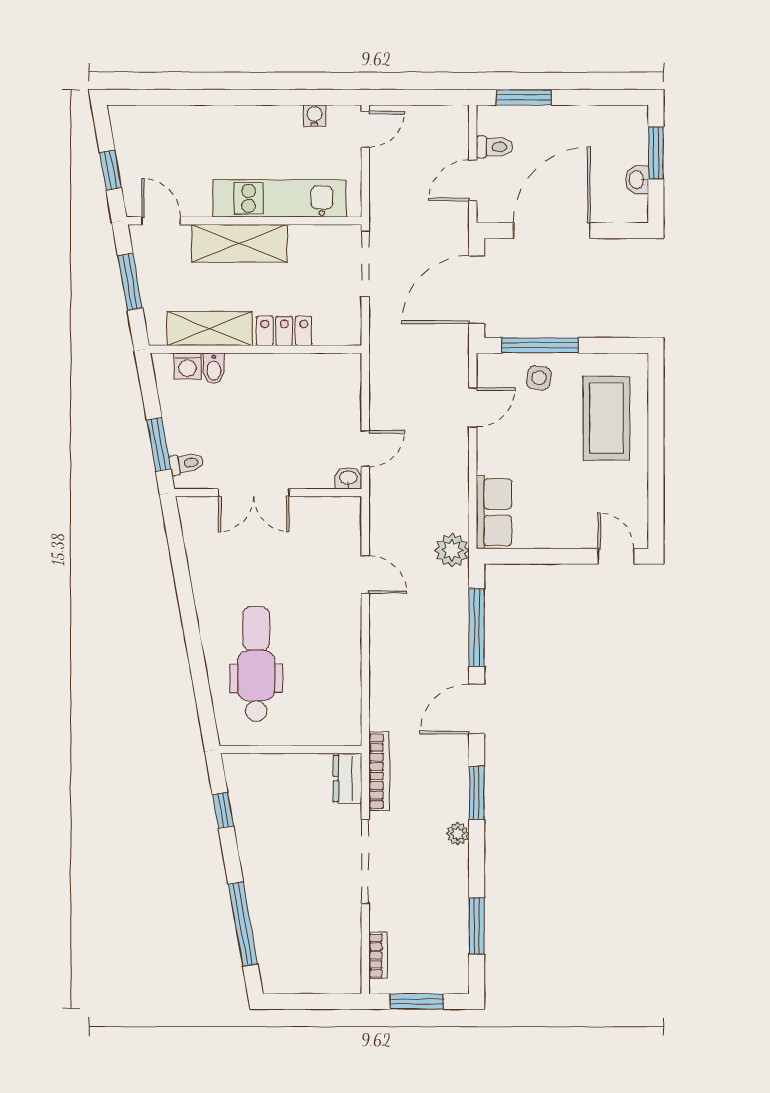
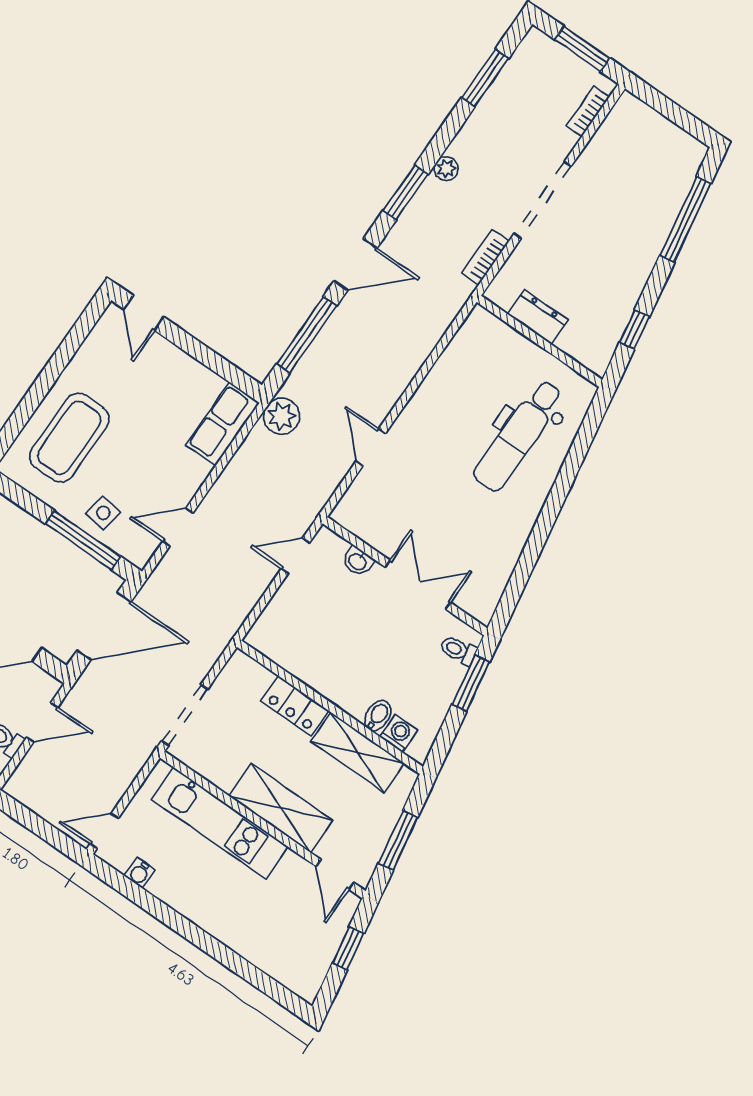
washbasin: (348, 478) -> (358, 561), moved
bookcase: (379, 771) -> (485, 257), width x0.64
dresser: (347, 778) -> (538, 317), moved, turned -90

